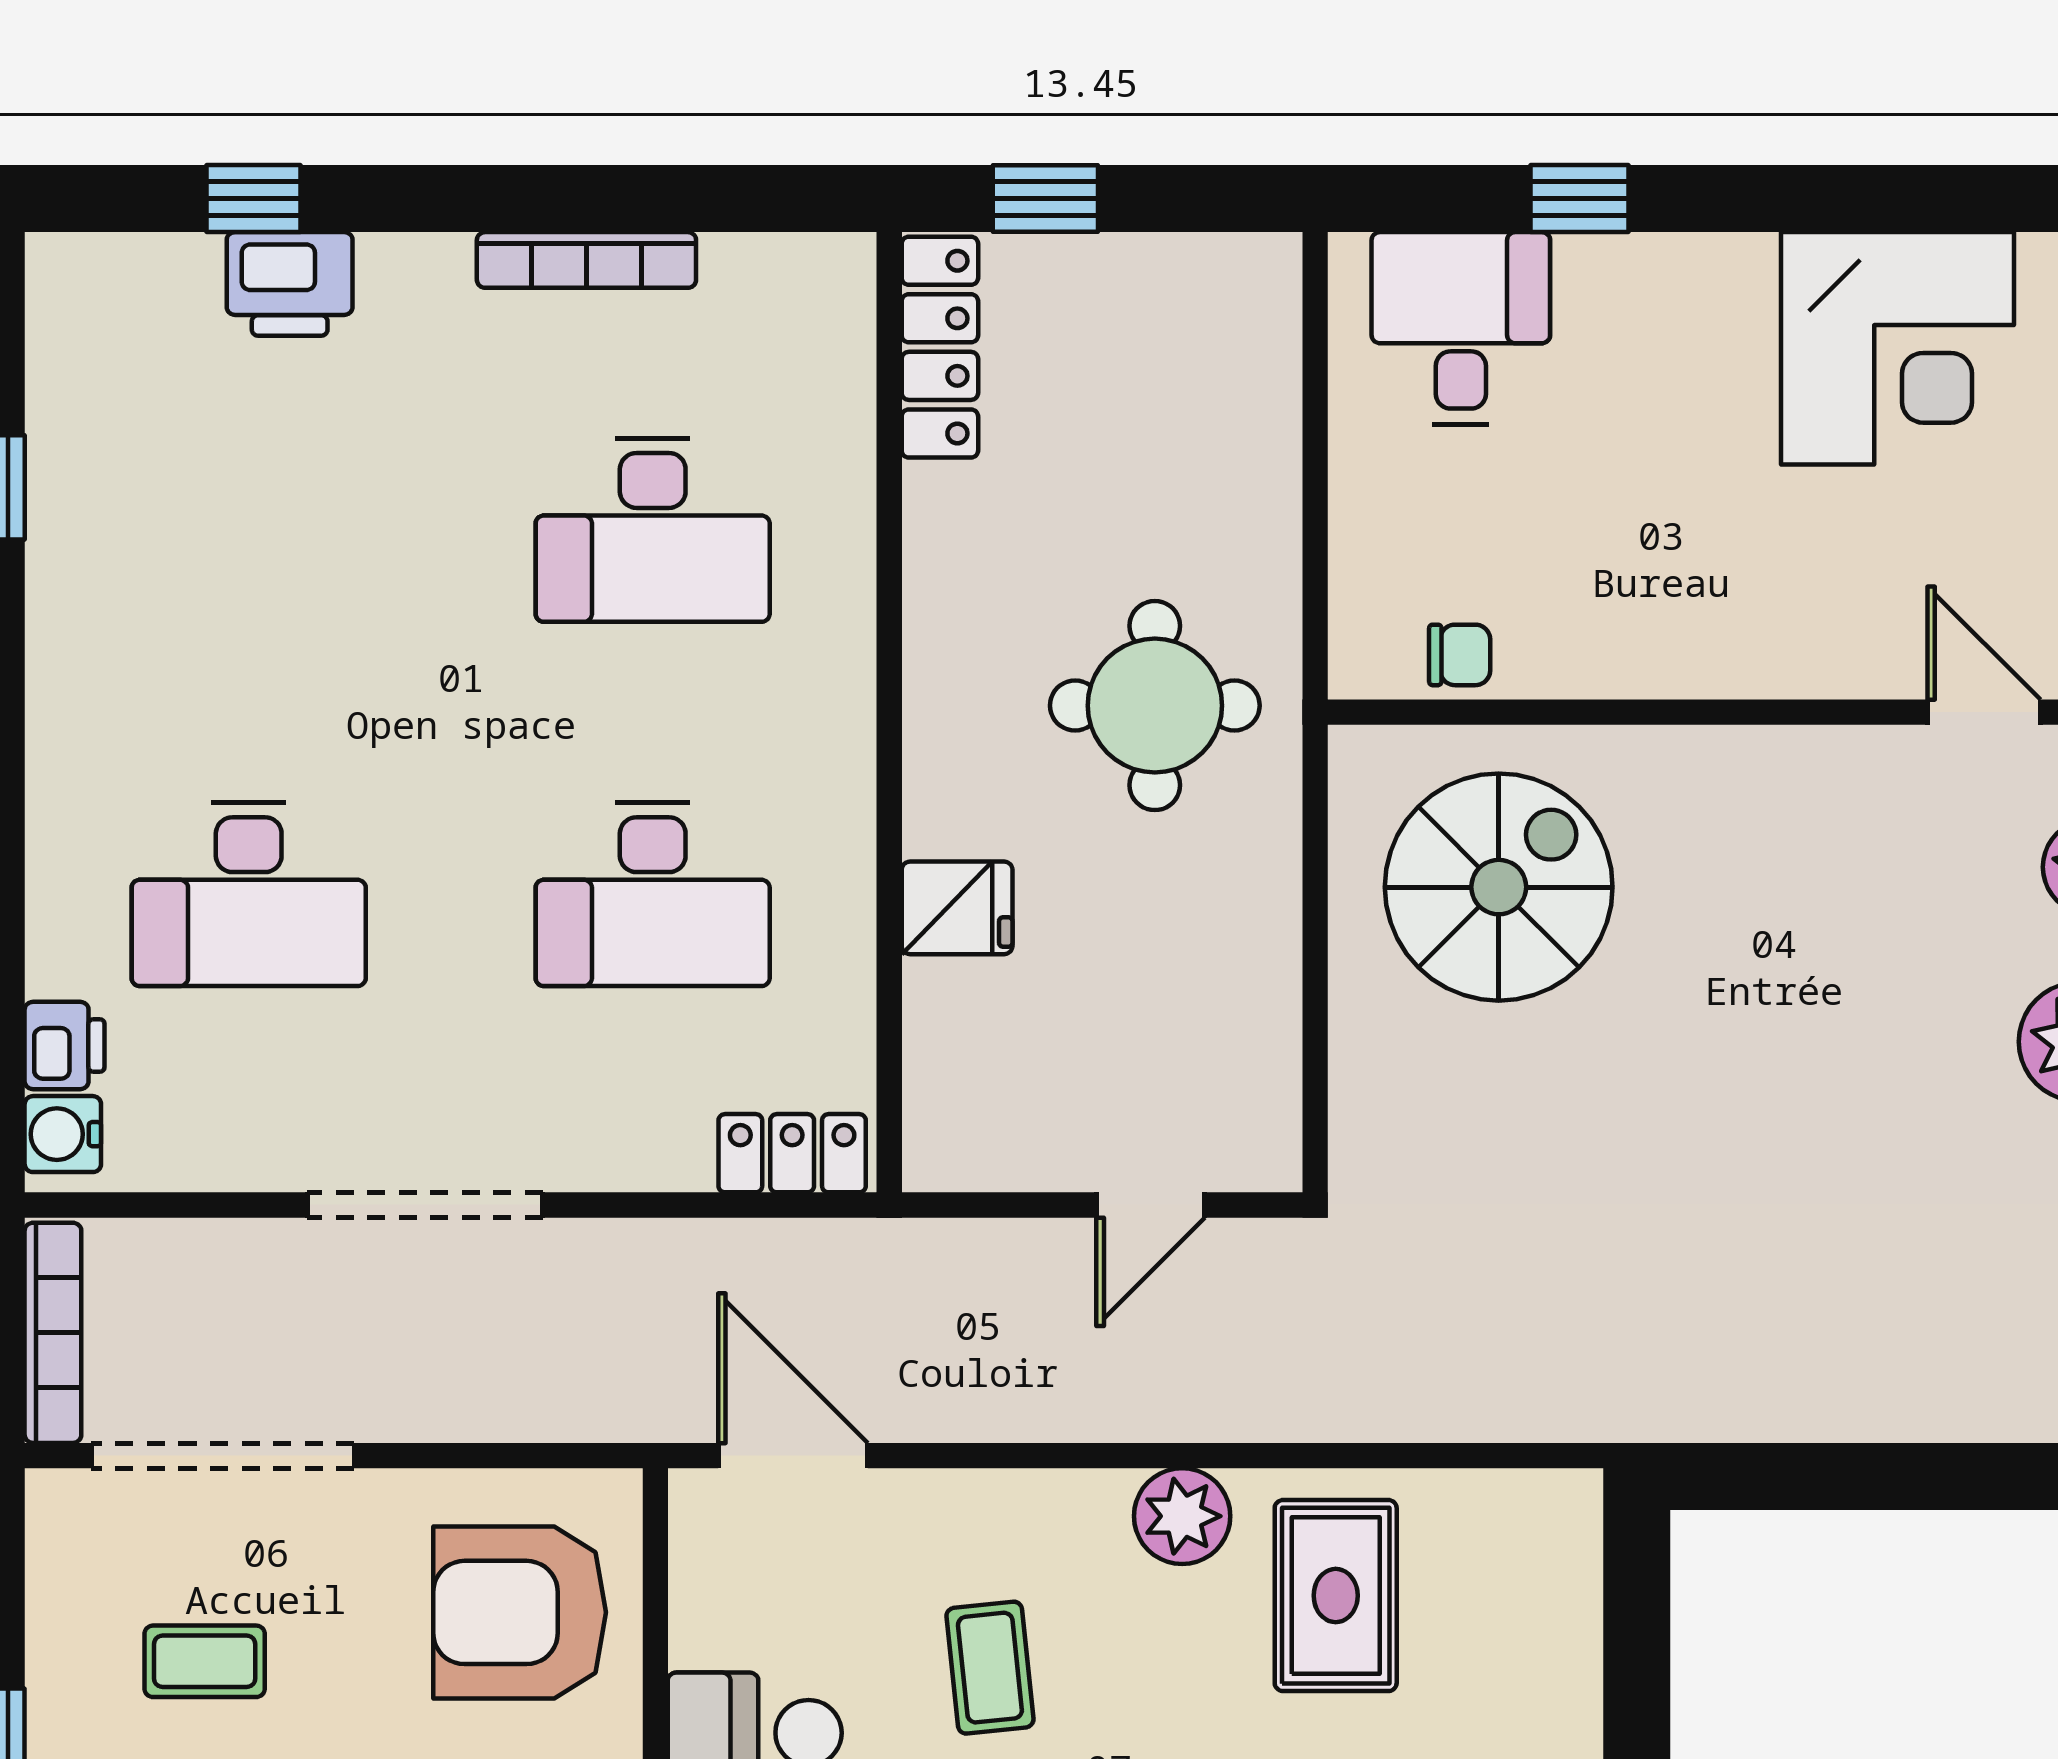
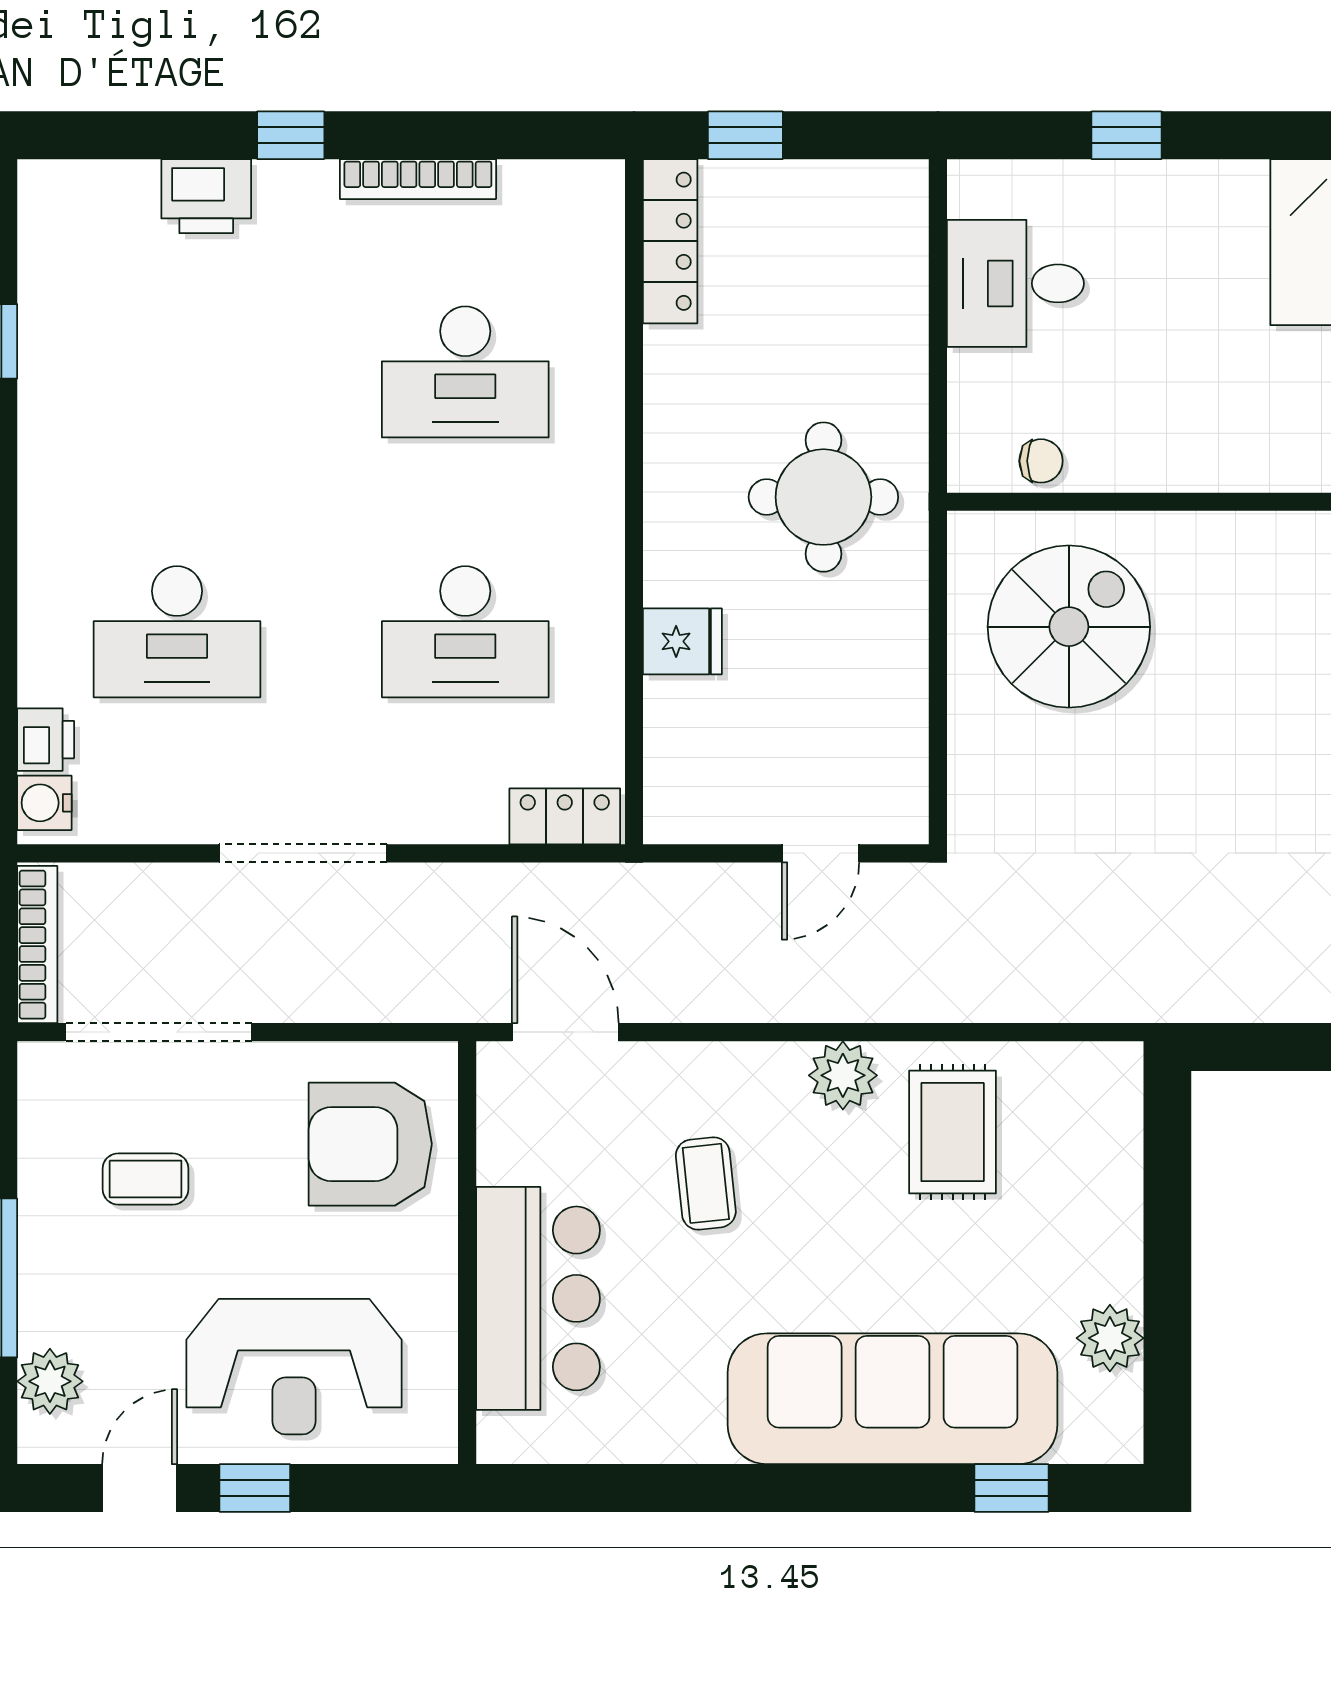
window: (254, 199) -> (291, 135), moved
desk: (1461, 328) -> (1015, 283), moved, turned -90

